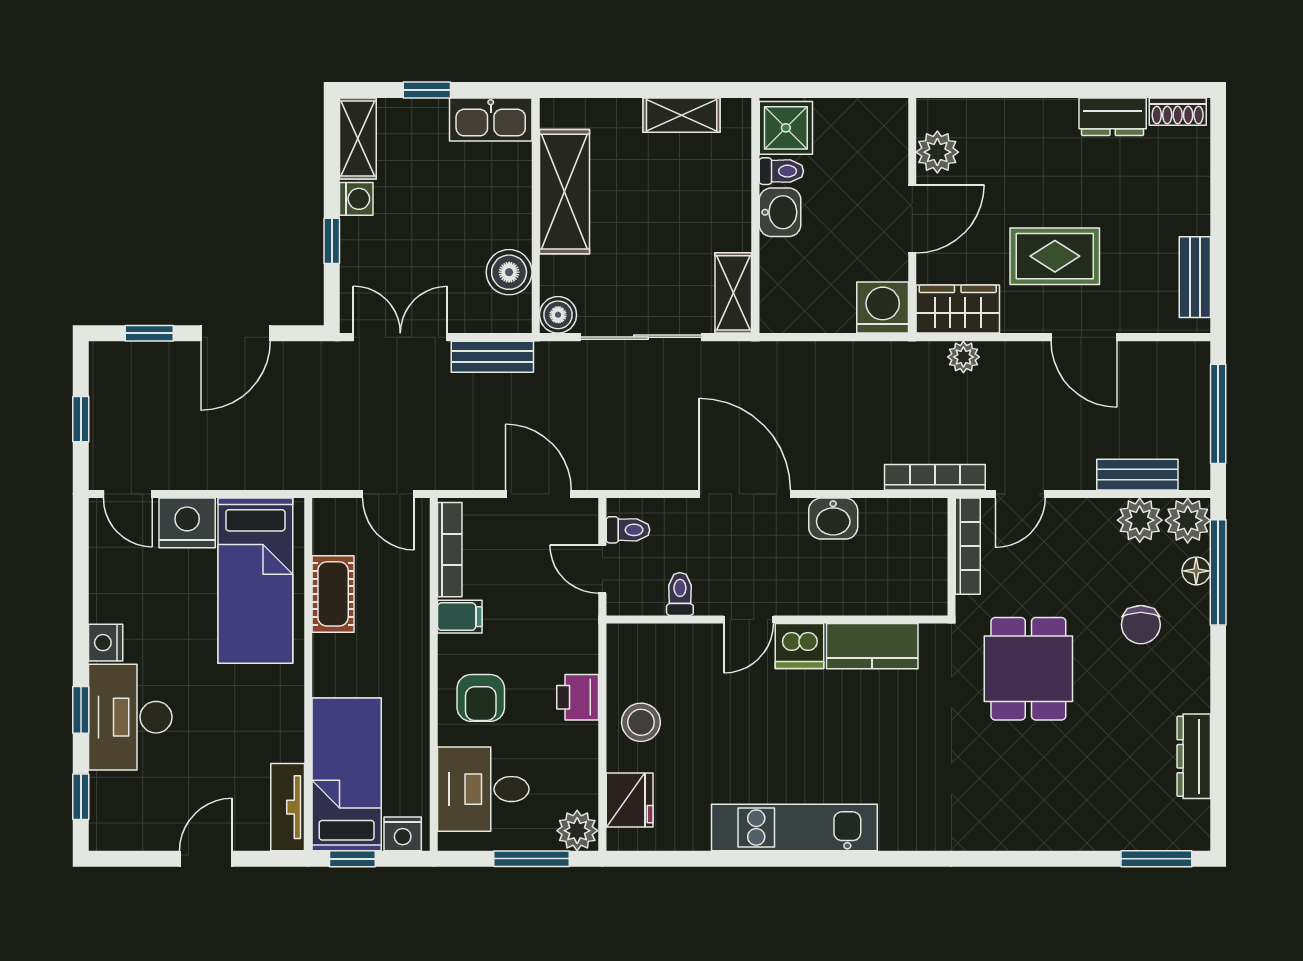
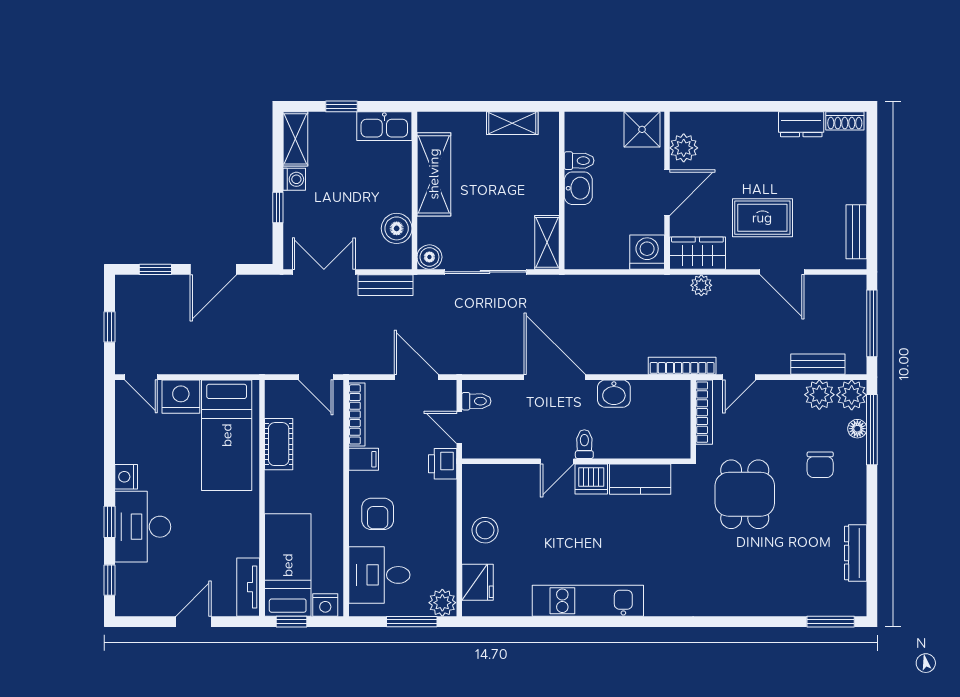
shower: (786, 128) -> (642, 129), moved
toilet: (680, 594) -> (584, 444), moved
printer: (578, 697) -> (443, 464), moved

